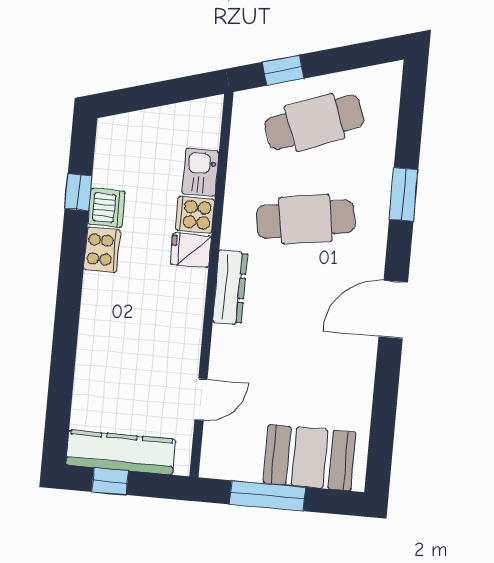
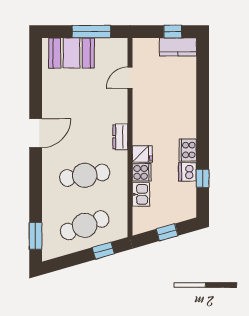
window: (156, 94) -> (167, 232), added
window: (404, 194) -> (36, 236), moved
dresser: (230, 287) -> (120, 137), width x0.70
kitchen counter: (121, 452) -> (178, 47), width x0.67

